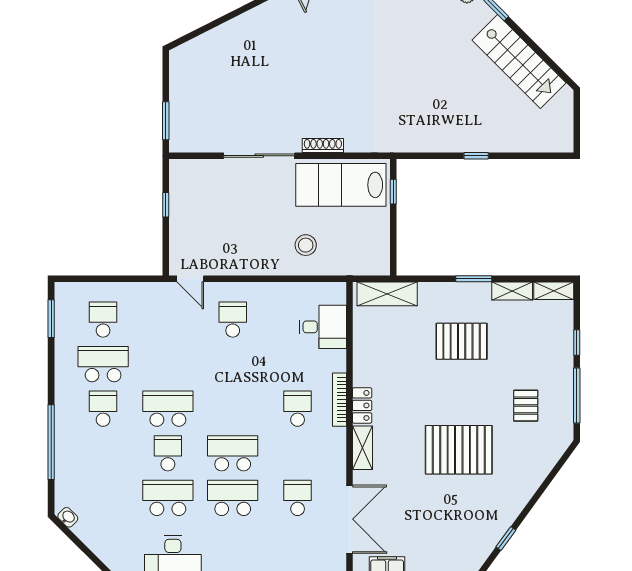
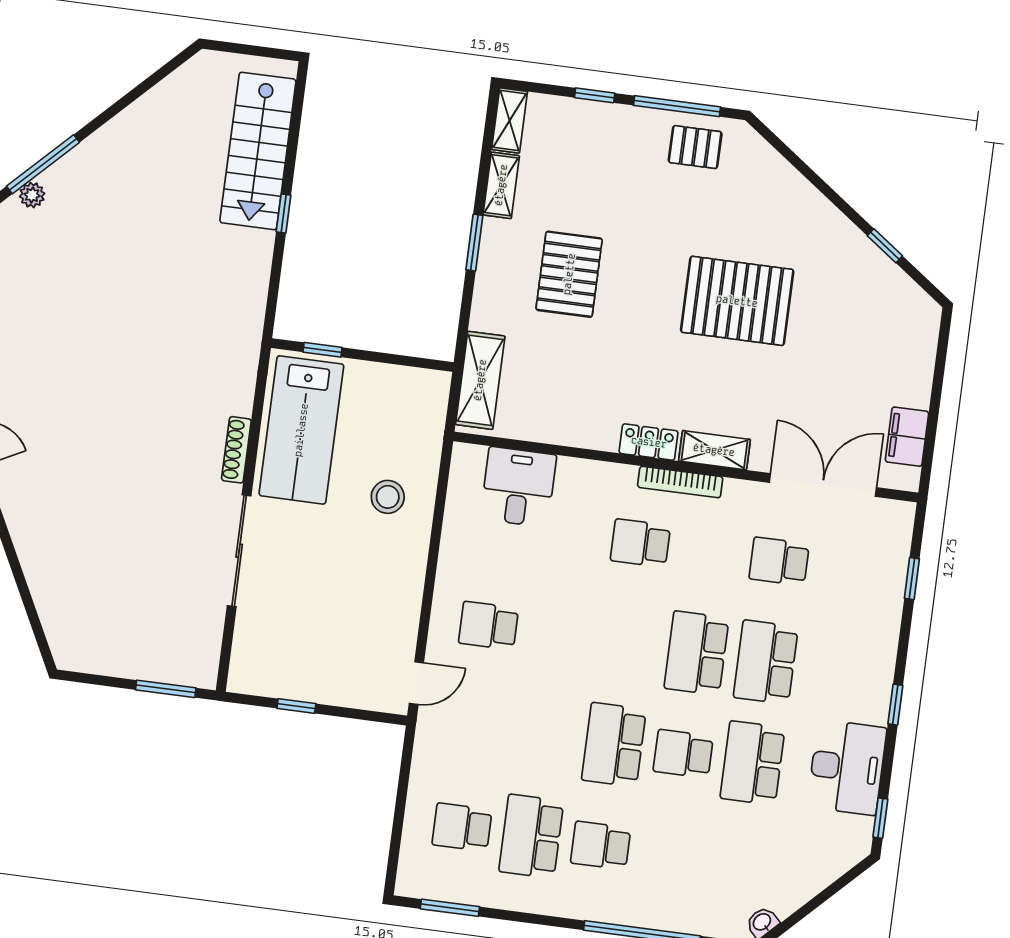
stairs: (519, 61) -> (258, 151), moved, turned 135
bookcase: (339, 400) -> (680, 482), moved
pallet: (526, 406) -> (695, 147), moved
pallet: (459, 450) -> (737, 301), turned 90

